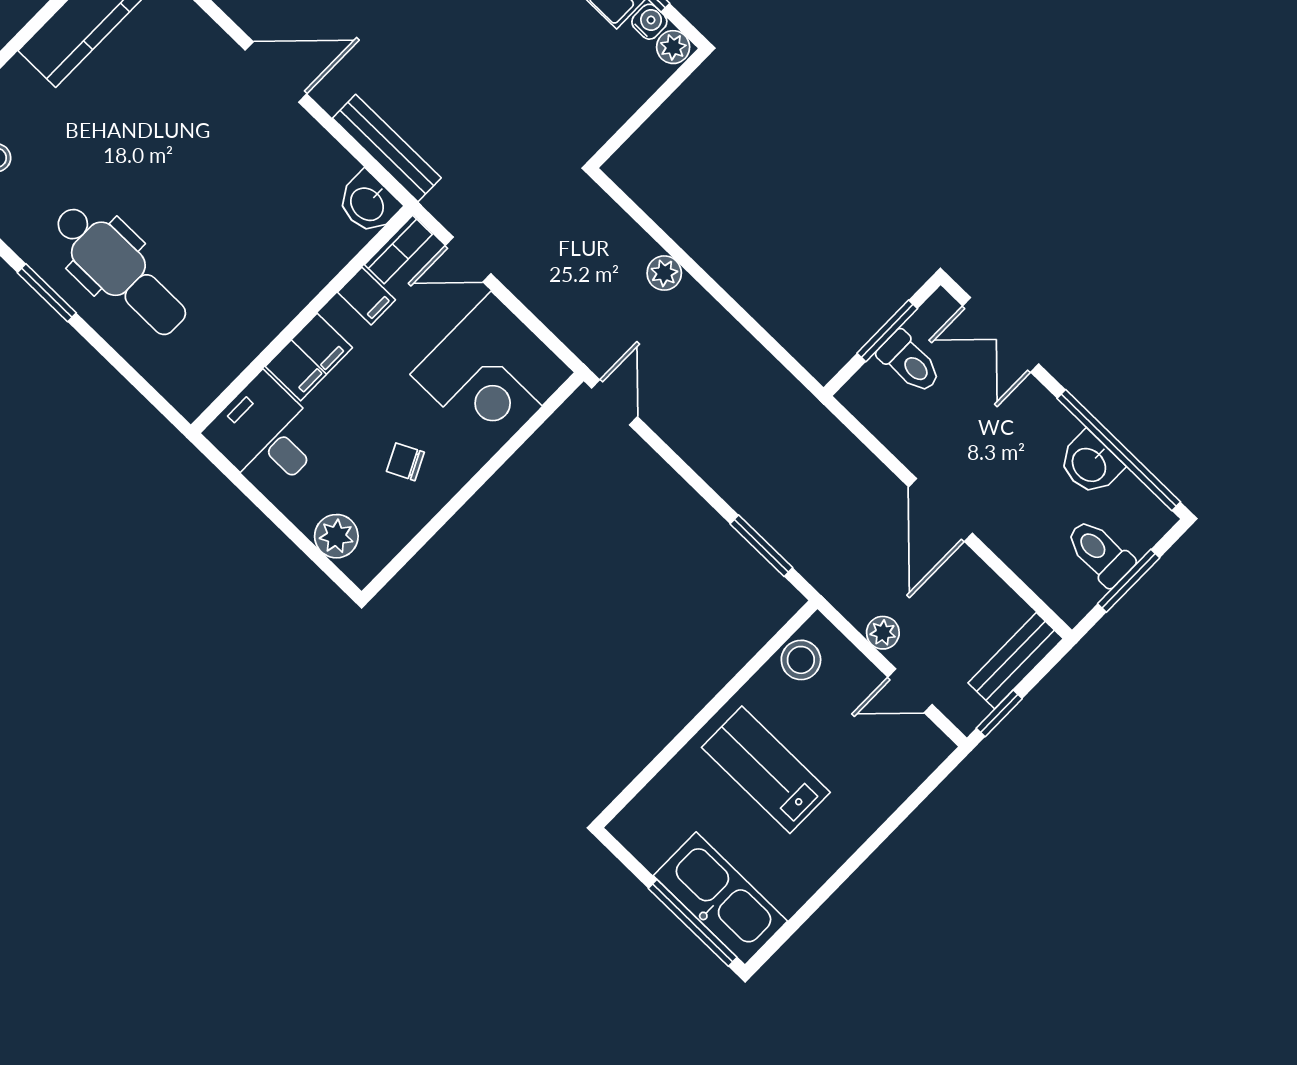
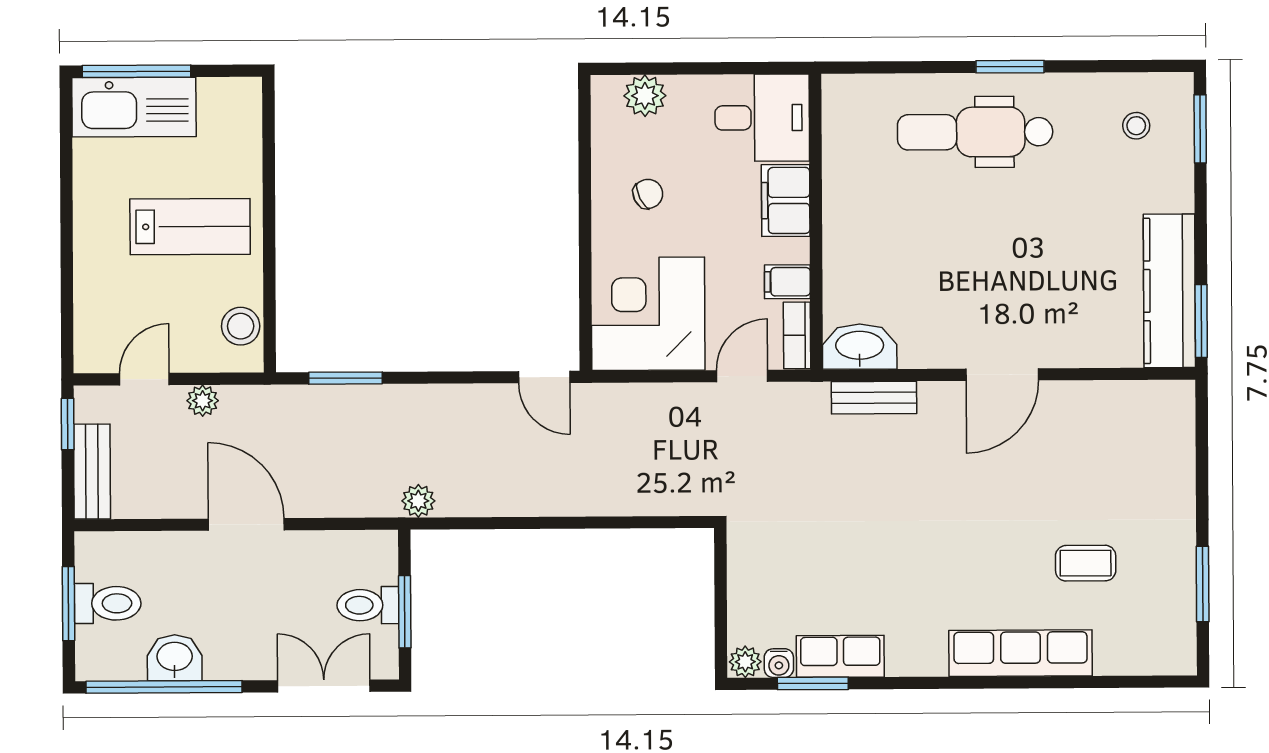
bench: (387, 148) -> (874, 398), width x0.73
washbasin: (368, 203) -> (860, 347), width x1.38
plant: (664, 273) -> (418, 501), moved

